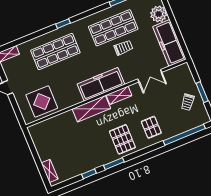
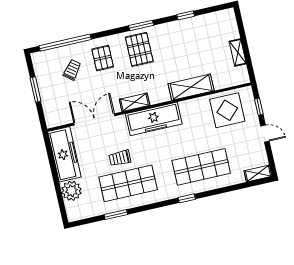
double door: (150, 76) -> (94, 119), width x1.37
trolley: (188, 102) -> (72, 70), moved
window: (16, 109) -> (259, 107), added
shelving: (91, 109) -> (191, 87), moved
window: (114, 164) -> (141, 25), moved
shelving: (50, 171) -> (238, 53), moved

